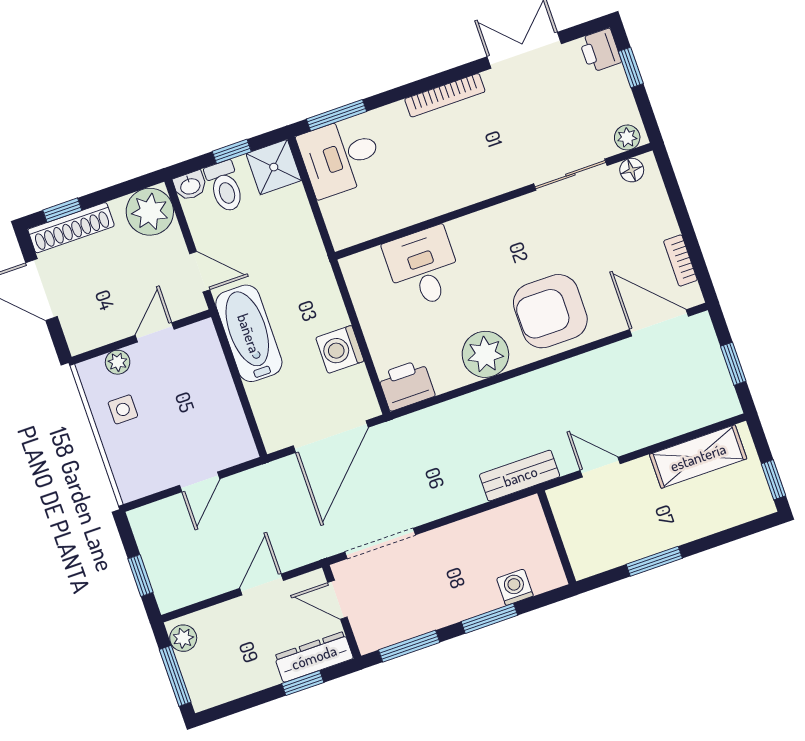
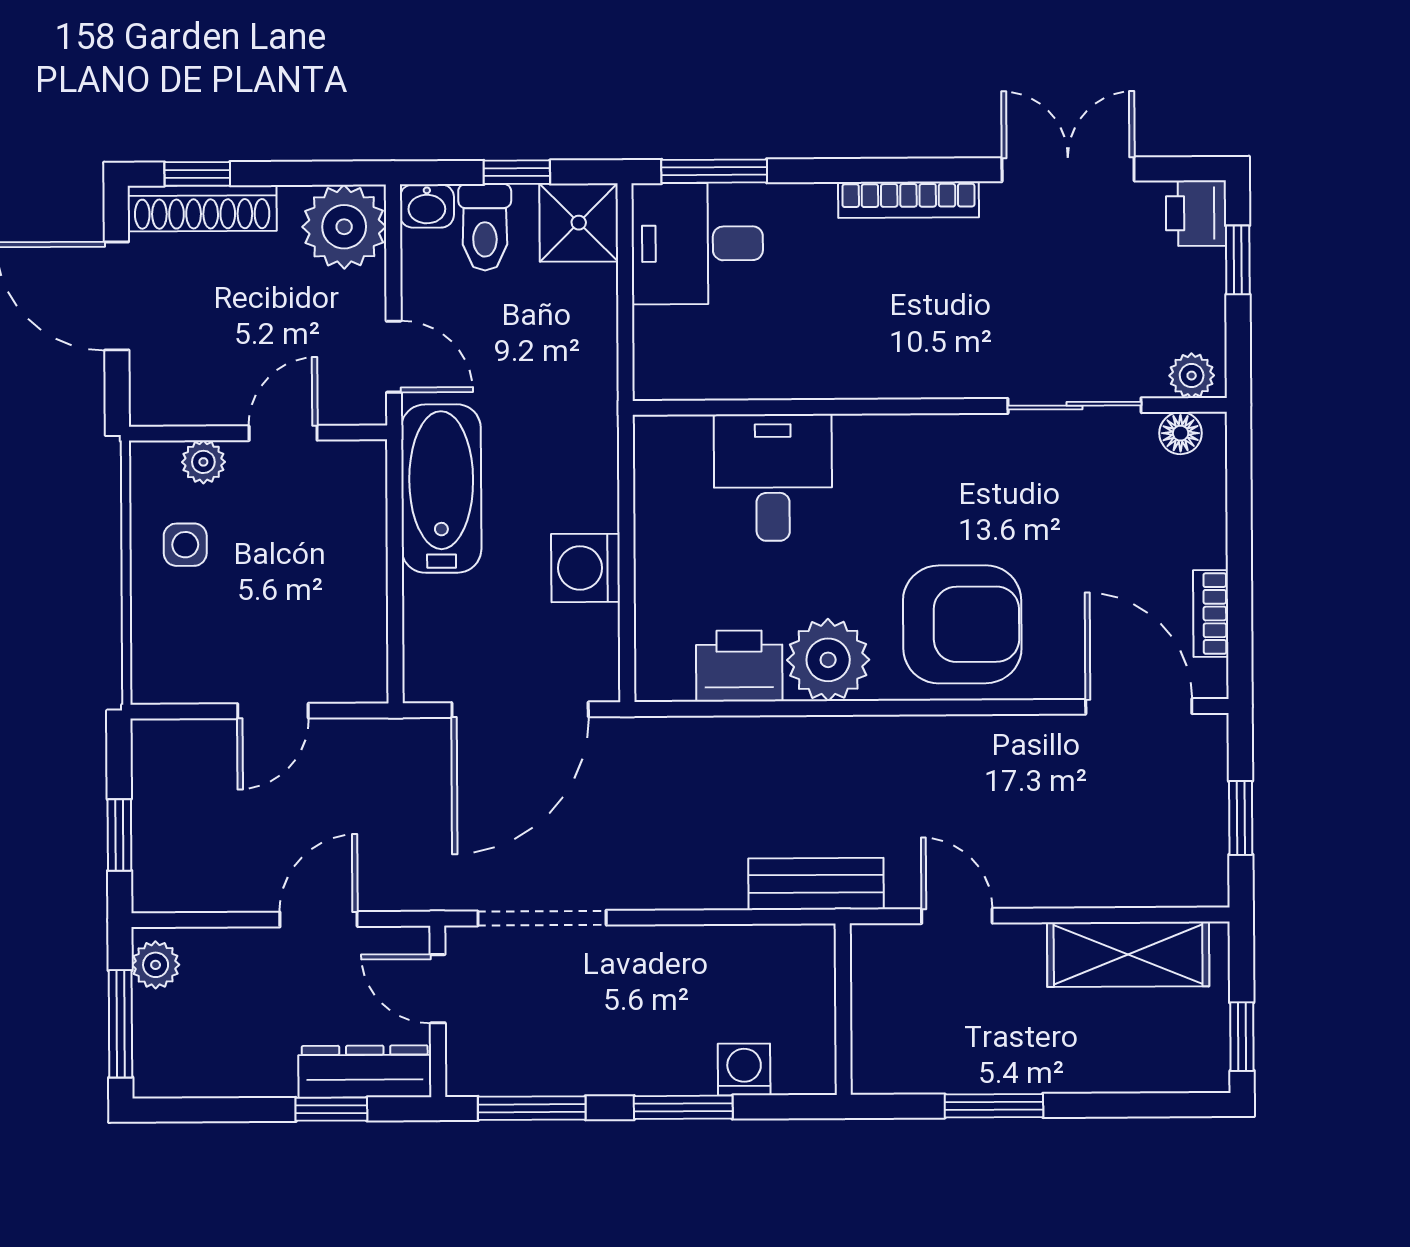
armchair: (550, 311) -> (962, 624), turned 180
printer: (406, 385) -> (739, 666), moved

